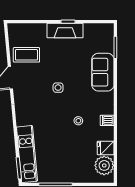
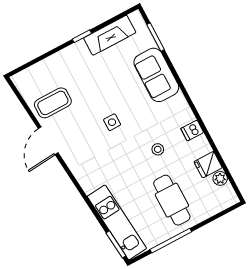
fireplace: (65, 31) -> (110, 35), moved
cafe table: (70, 158) -> (172, 200), added
plant: (104, 165) -> (220, 178), width x0.53, depth x0.53

